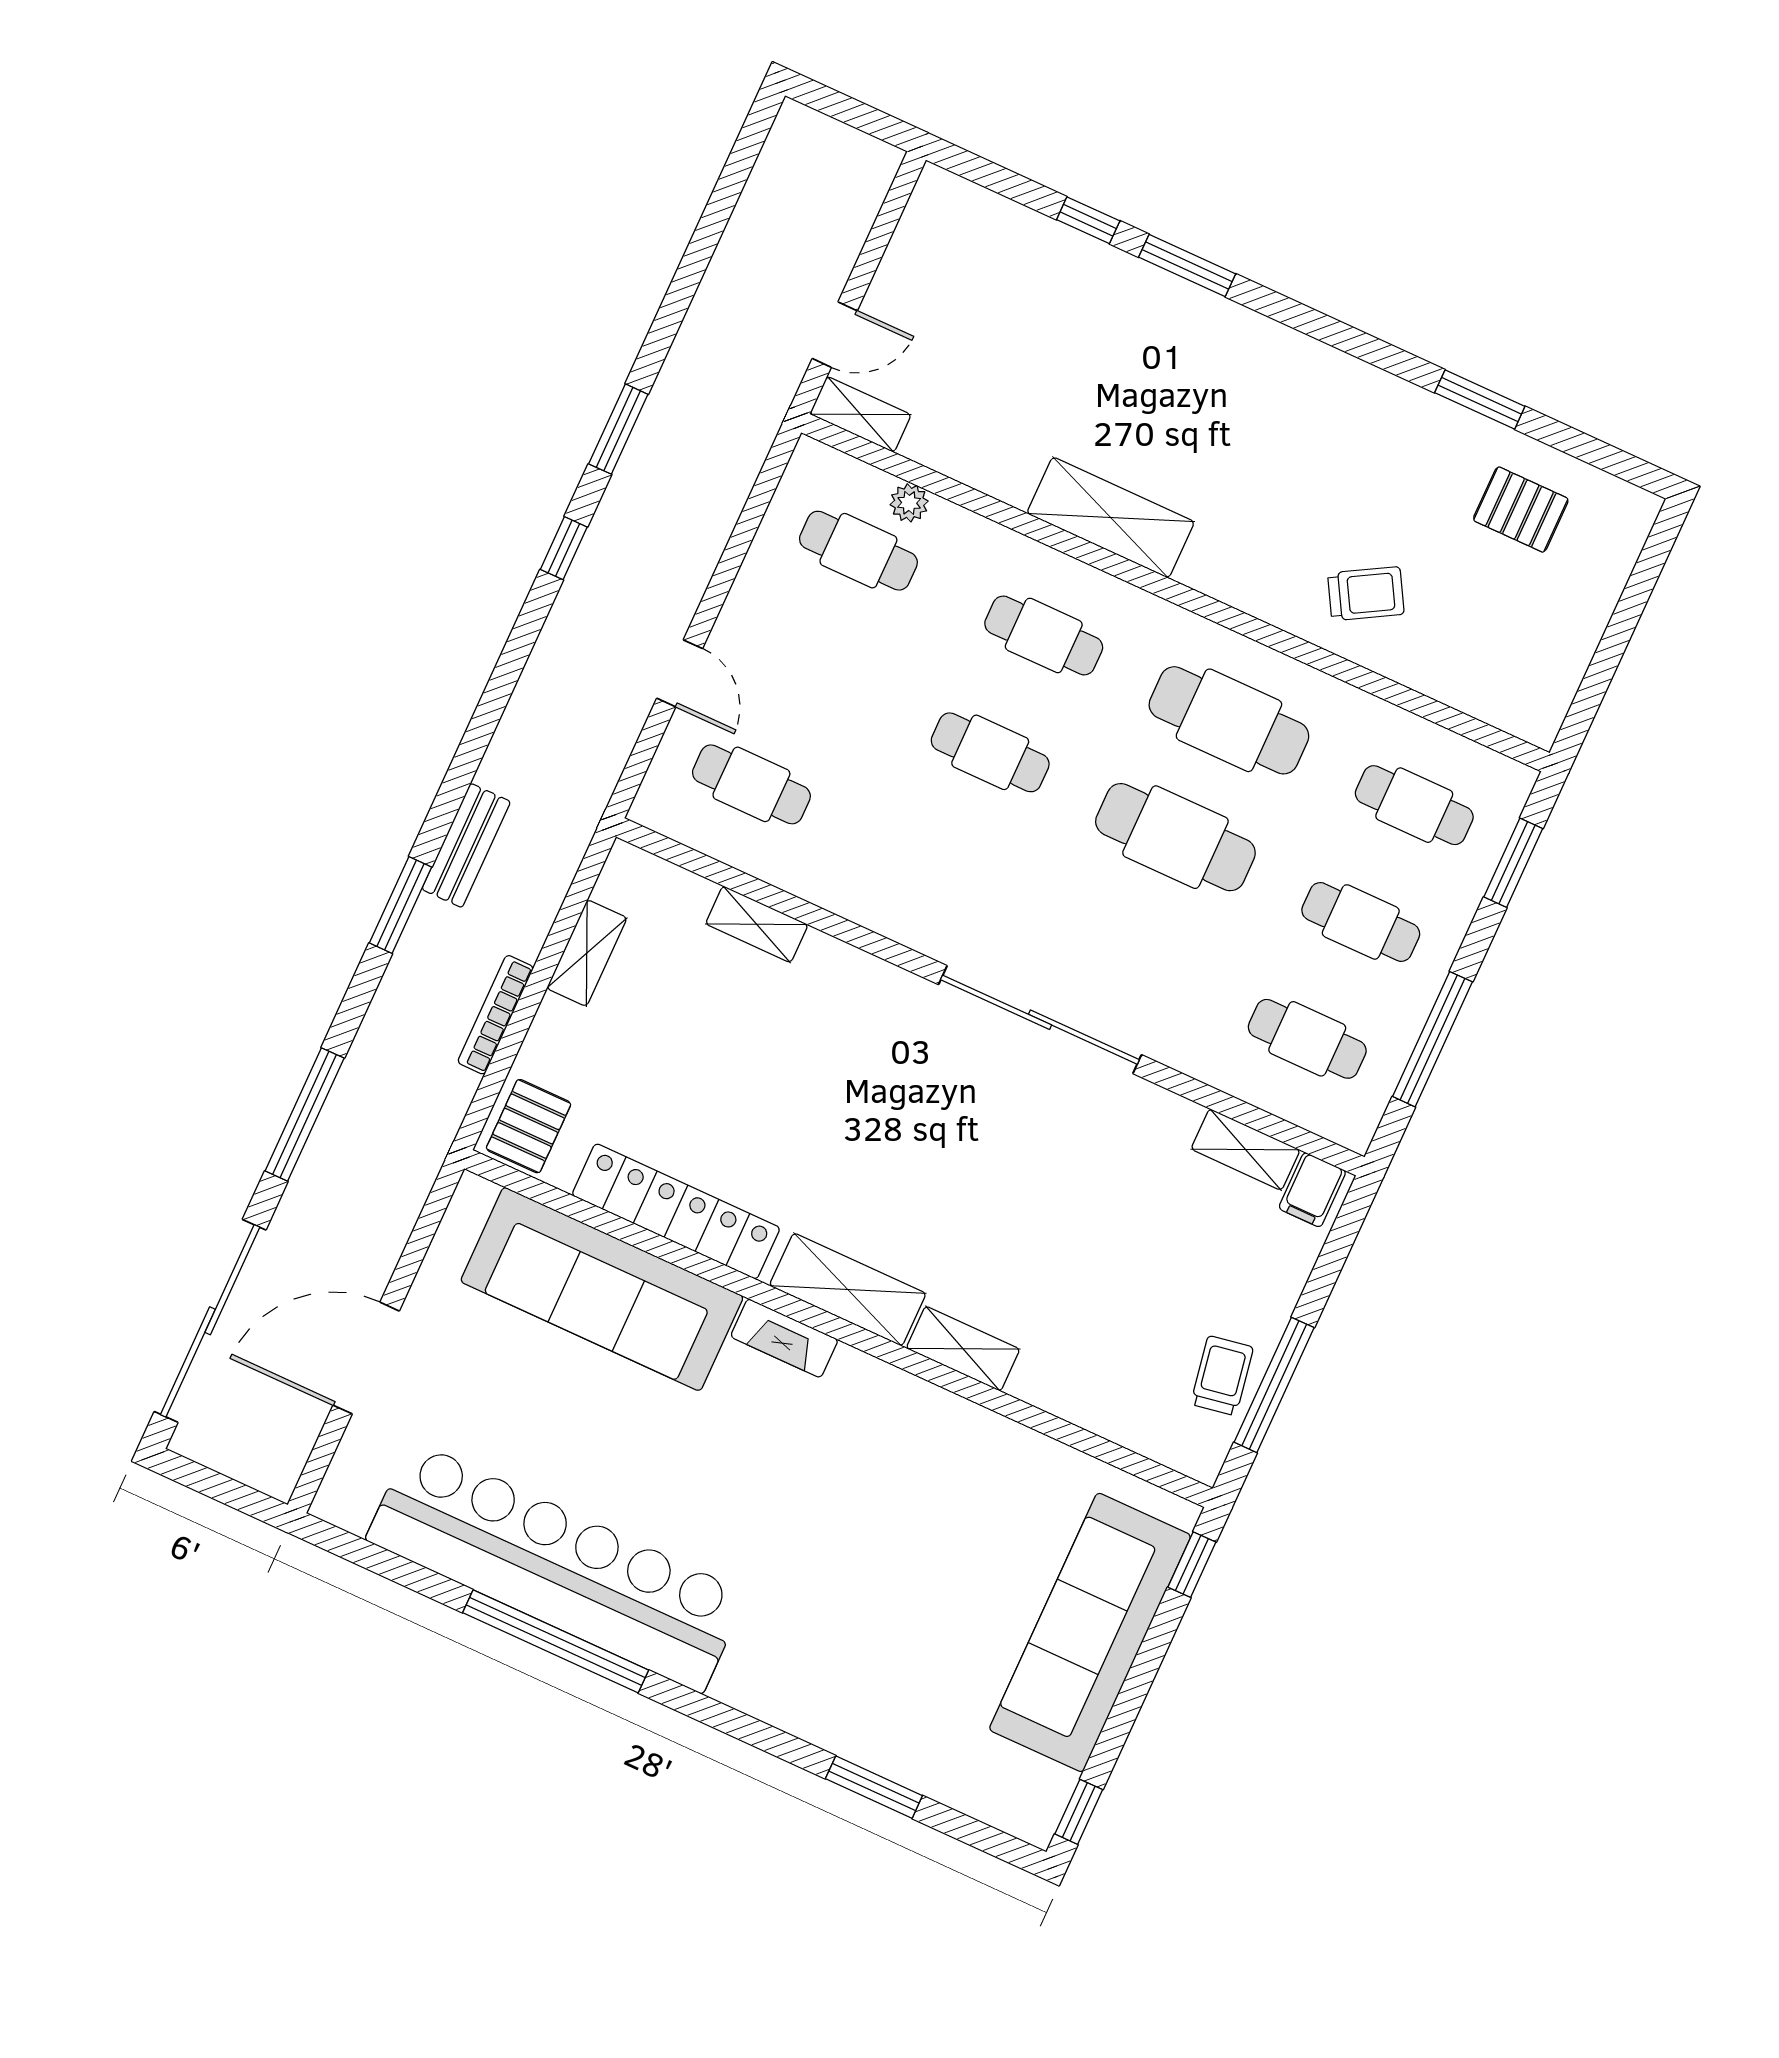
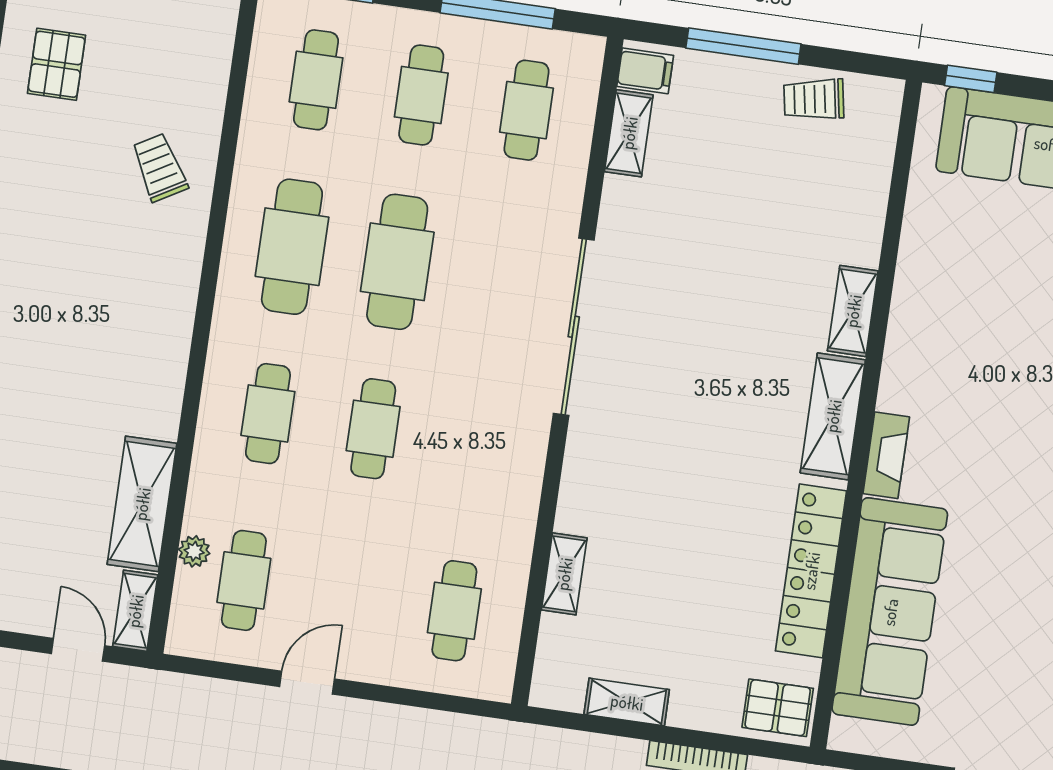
shelving: (1111, 518) -> (142, 504), moved
door: (680, 673) -> (307, 683), moved
window: (1274, 1385) -> (743, 46), moved

